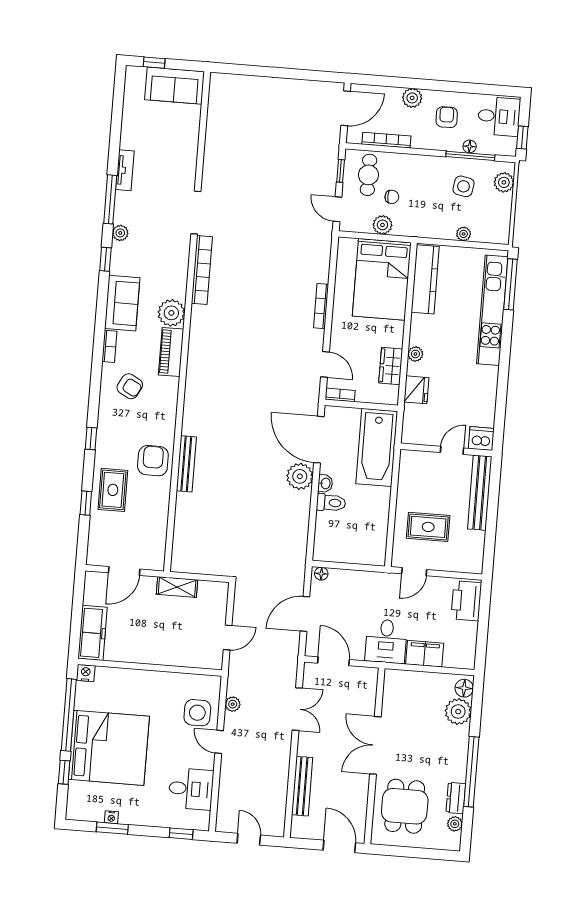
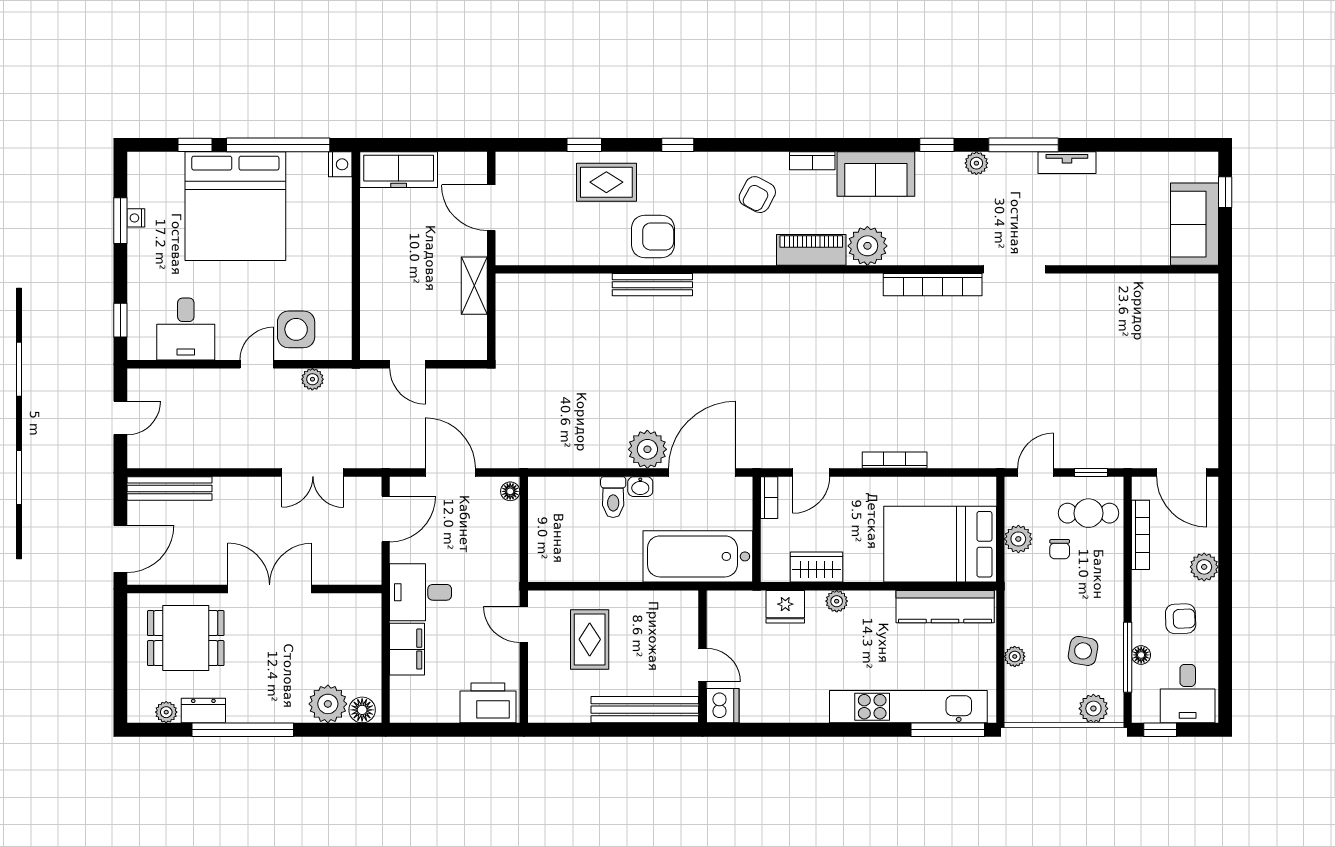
bench: (302, 786) -> (169, 488), moved

